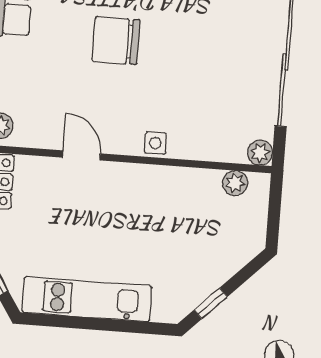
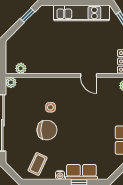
chair: (116, 41) -> (47, 130), moved
side table: (155, 143) -> (50, 107), moved

